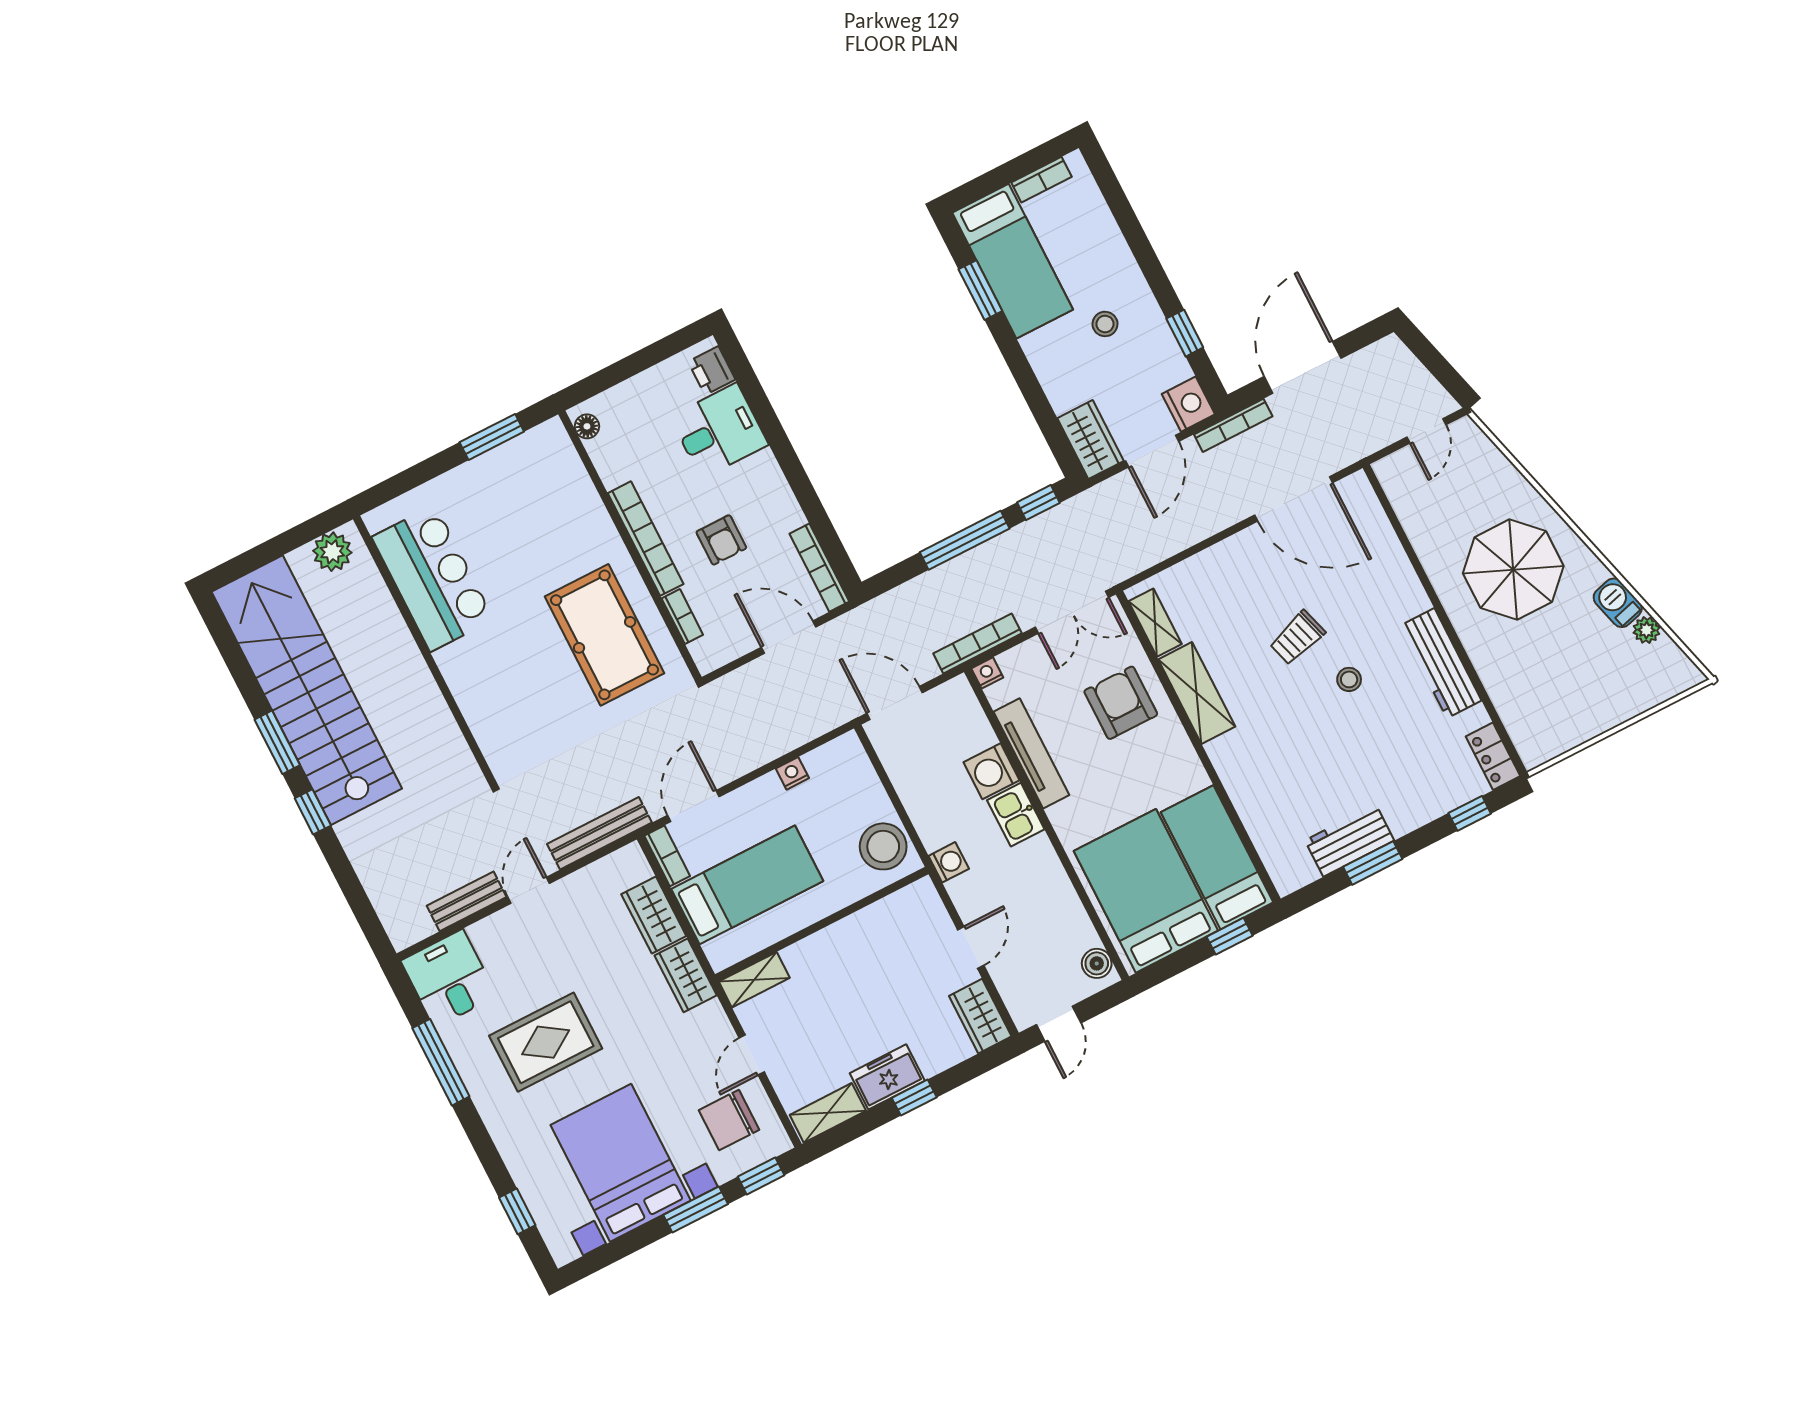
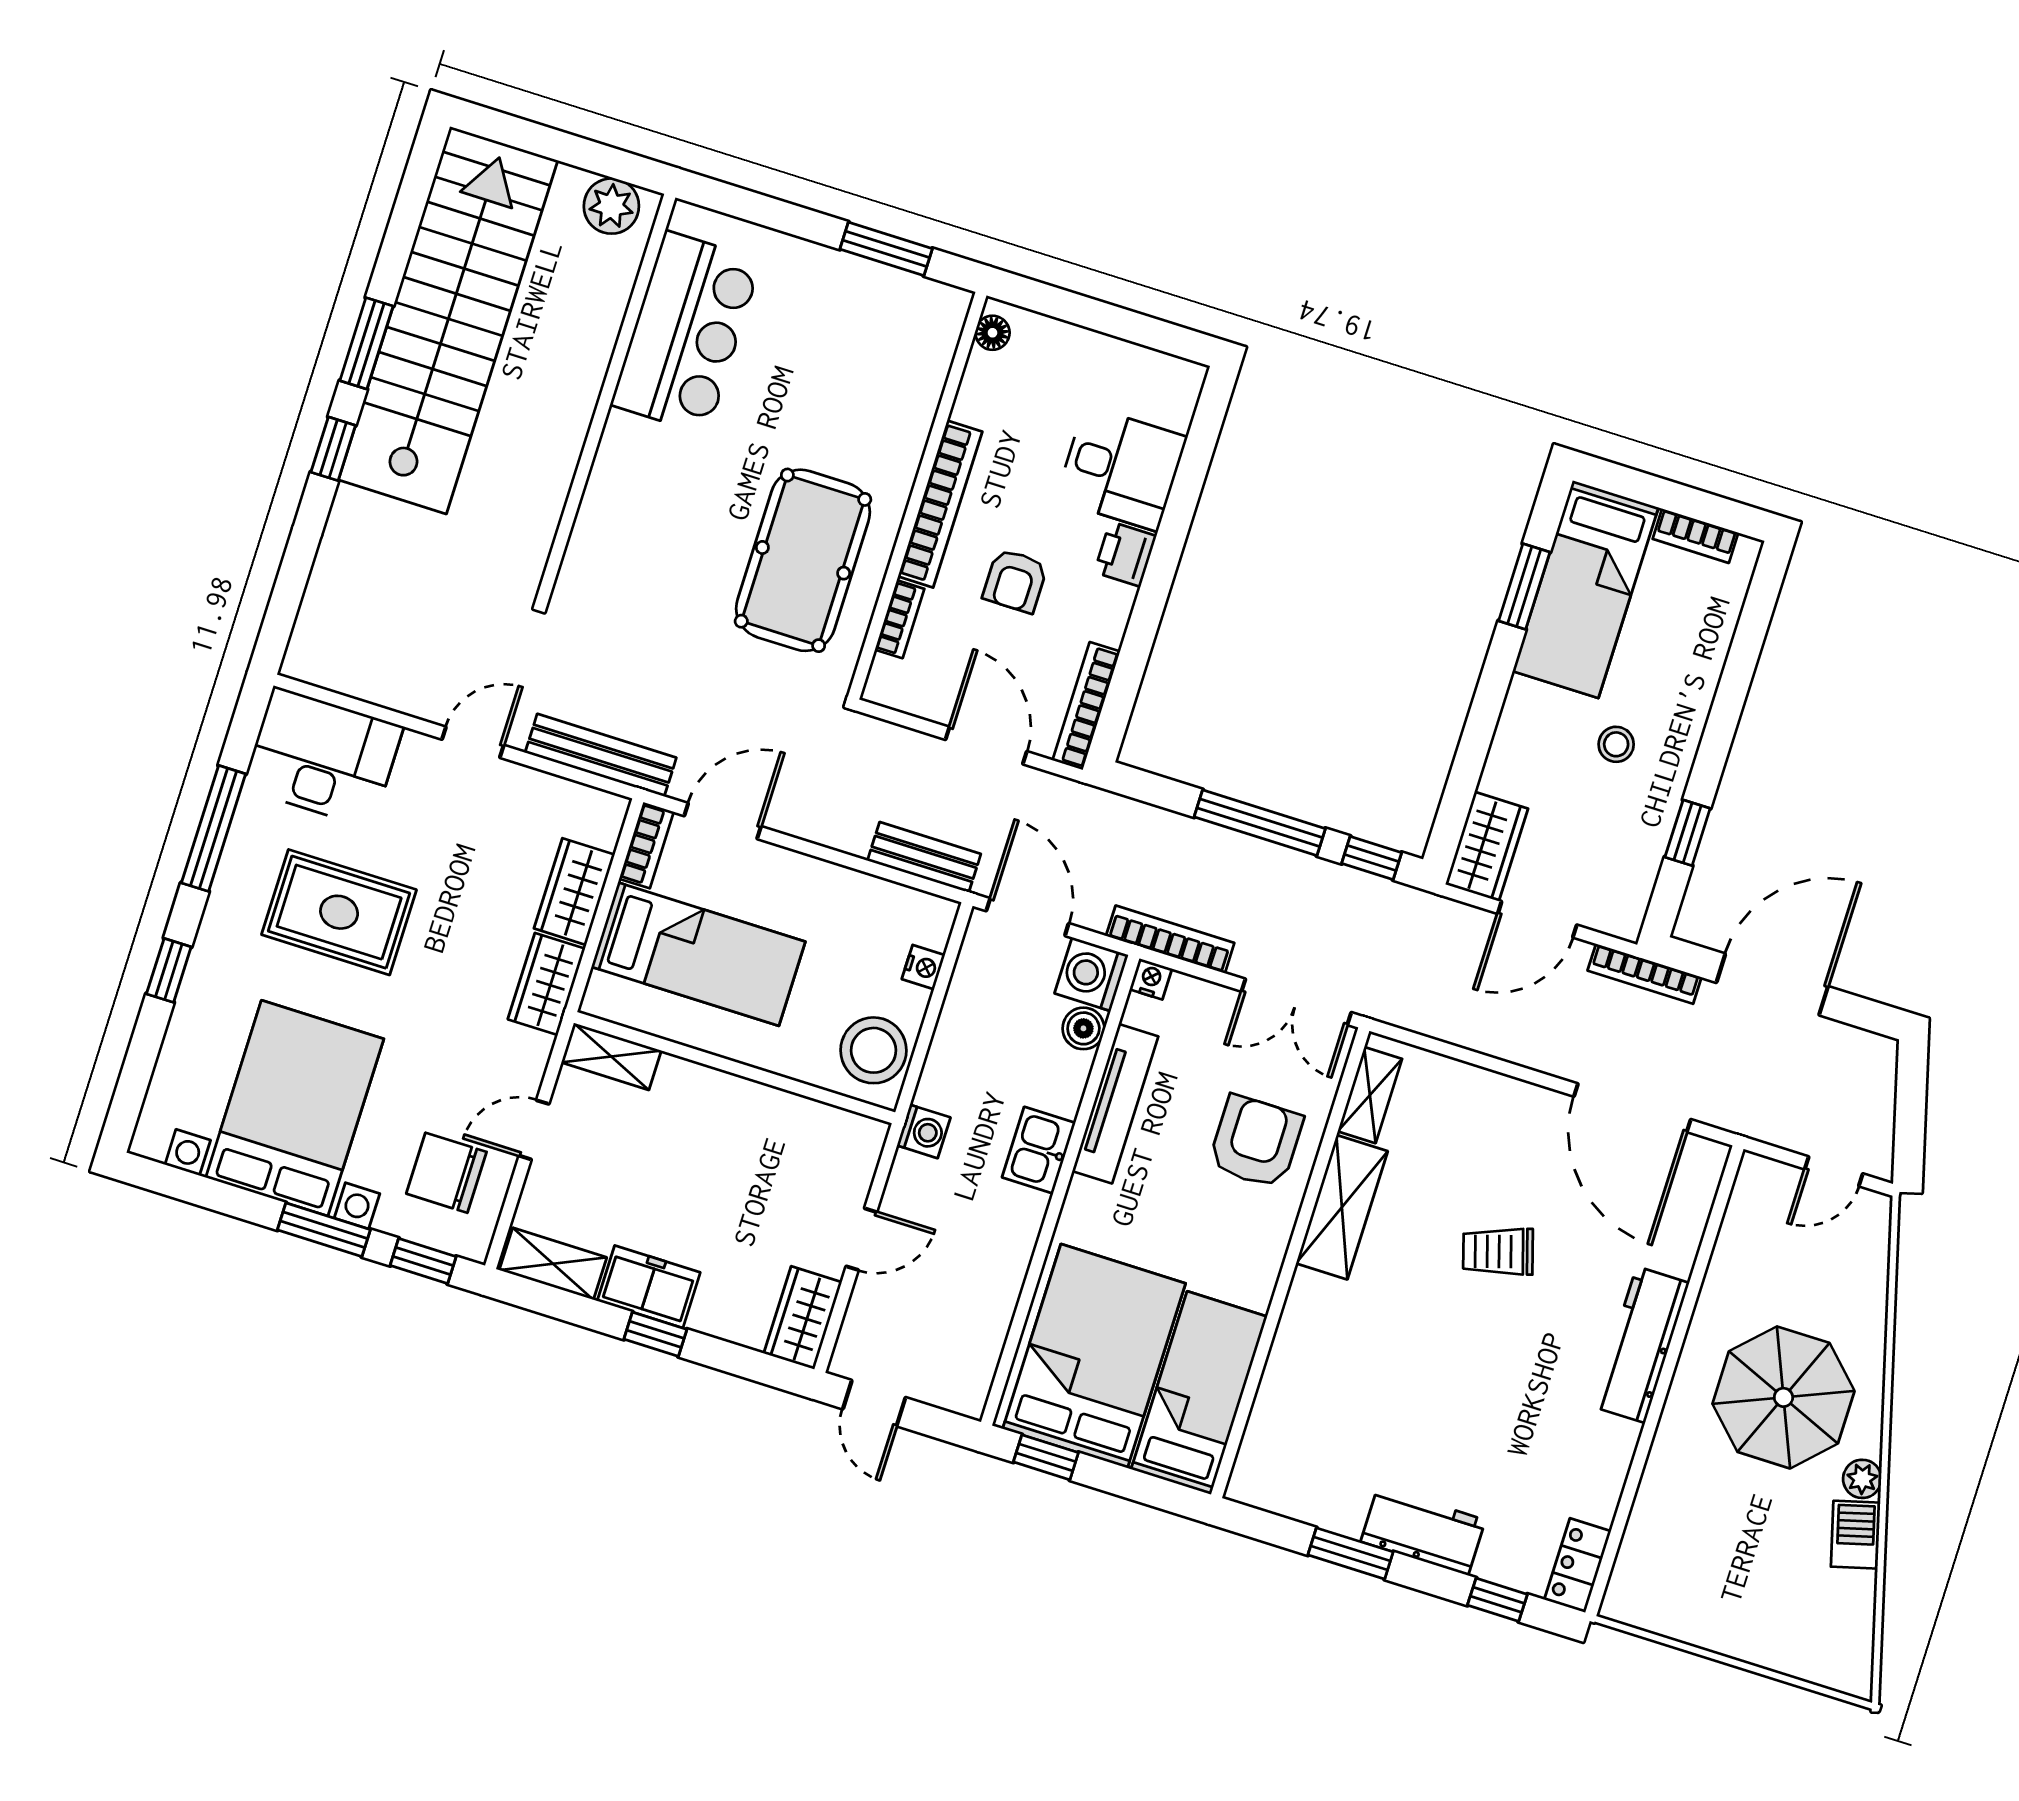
printer: (712, 371) -> (1125, 554), moved
nightstand: (1188, 404) -> (1621, 908), removed
plant: (1647, 630) -> (1862, 1479), moved
workbench: (1441, 663) -> (1641, 1345), moved
stool: (1349, 679) -> (1509, 1345), removed
washing machine: (992, 771) -> (1091, 974), moved
nightstand: (792, 773) -> (923, 967), moved, turned 90
workbench: (1350, 840) -> (1423, 1531), moved
bench: (467, 901) -> (924, 857), moved
window: (1230, 936) -> (1046, 1457), moved
boiler: (1097, 963) -> (1083, 1028), moved
desk: (449, 978) -> (323, 757), width x1.37
door: (1059, 1024) -> (874, 1403), hinge flipped
window: (517, 1211) -> (169, 970), moved

